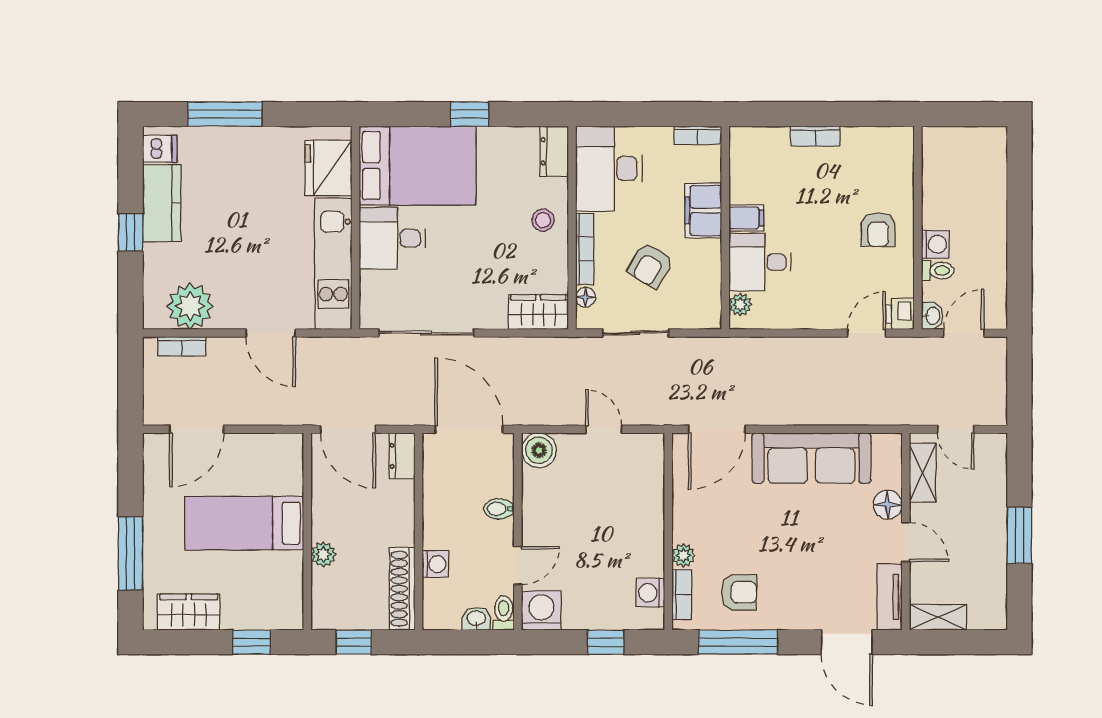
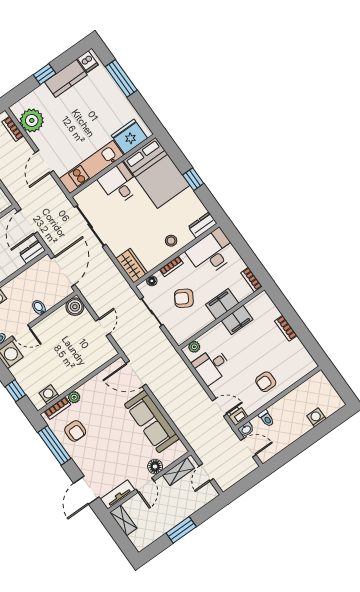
filing cabinet: (746, 218) -> (237, 320), width x2.00
washing machine: (935, 244) -> (316, 417), moved, turned 180
bookcase: (585, 249) -> (171, 266), width x0.64
desk: (760, 262) -> (212, 366), moved, turned -90

